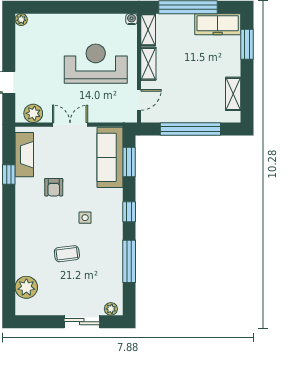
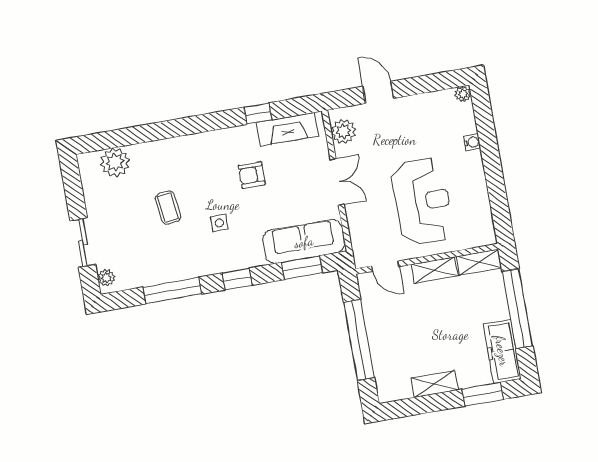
water cooler: (131, 19) -> (472, 142), moved
shelving: (233, 94) -> (434, 384), moved

